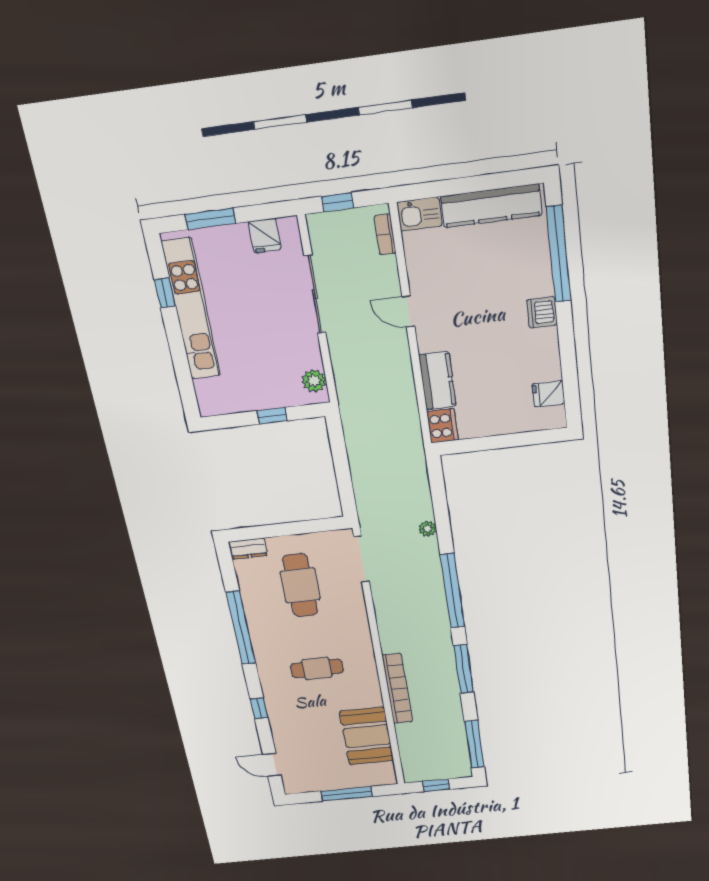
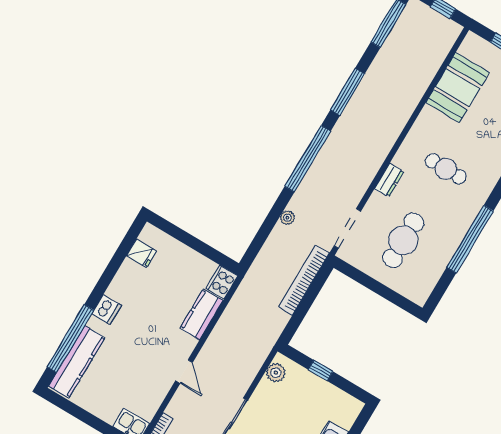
kitchen counter: (491, 206) -> (77, 362), moved, turned 90
dresser: (248, 549) -> (389, 180), moved, turned 90
bookcase: (397, 689) -> (304, 280), moved

